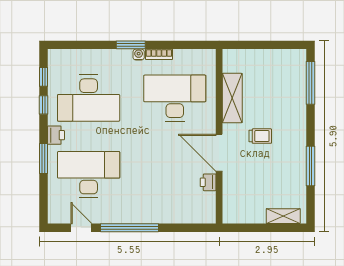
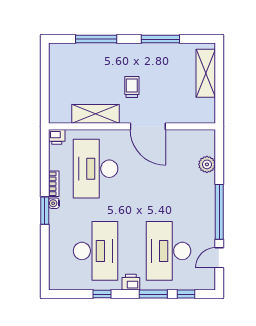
window: (43, 77) -> (186, 294), moved
window: (311, 83) -> (96, 39), moved
door: (219, 153) -> (148, 126), hinge flipped
printer: (208, 182) -> (57, 137), moved
plant: (179, 215) -> (207, 164), added
shelving: (283, 216) -> (206, 73), width x1.50, depth x1.33

